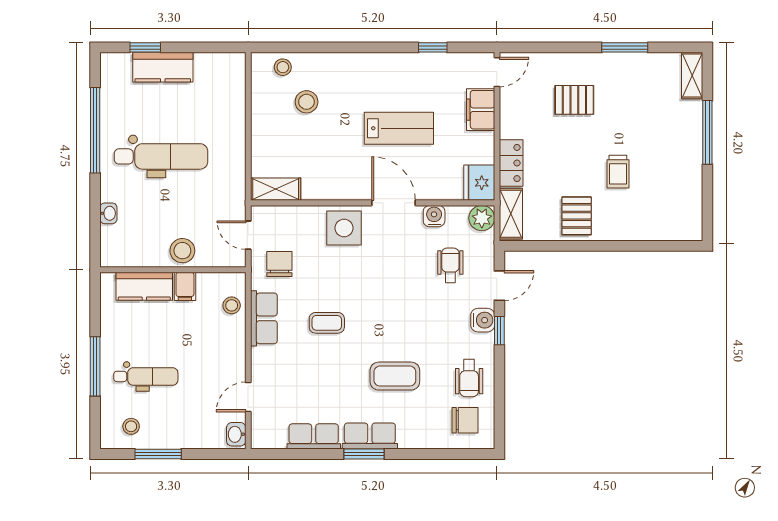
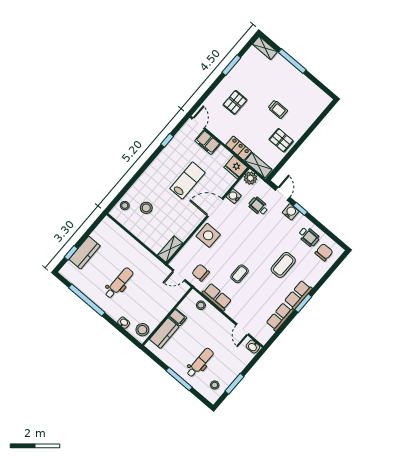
dental chair: (161, 156) -> (119, 283), width x0.73, depth x0.72
stool: (182, 251) -> (142, 330), moved

